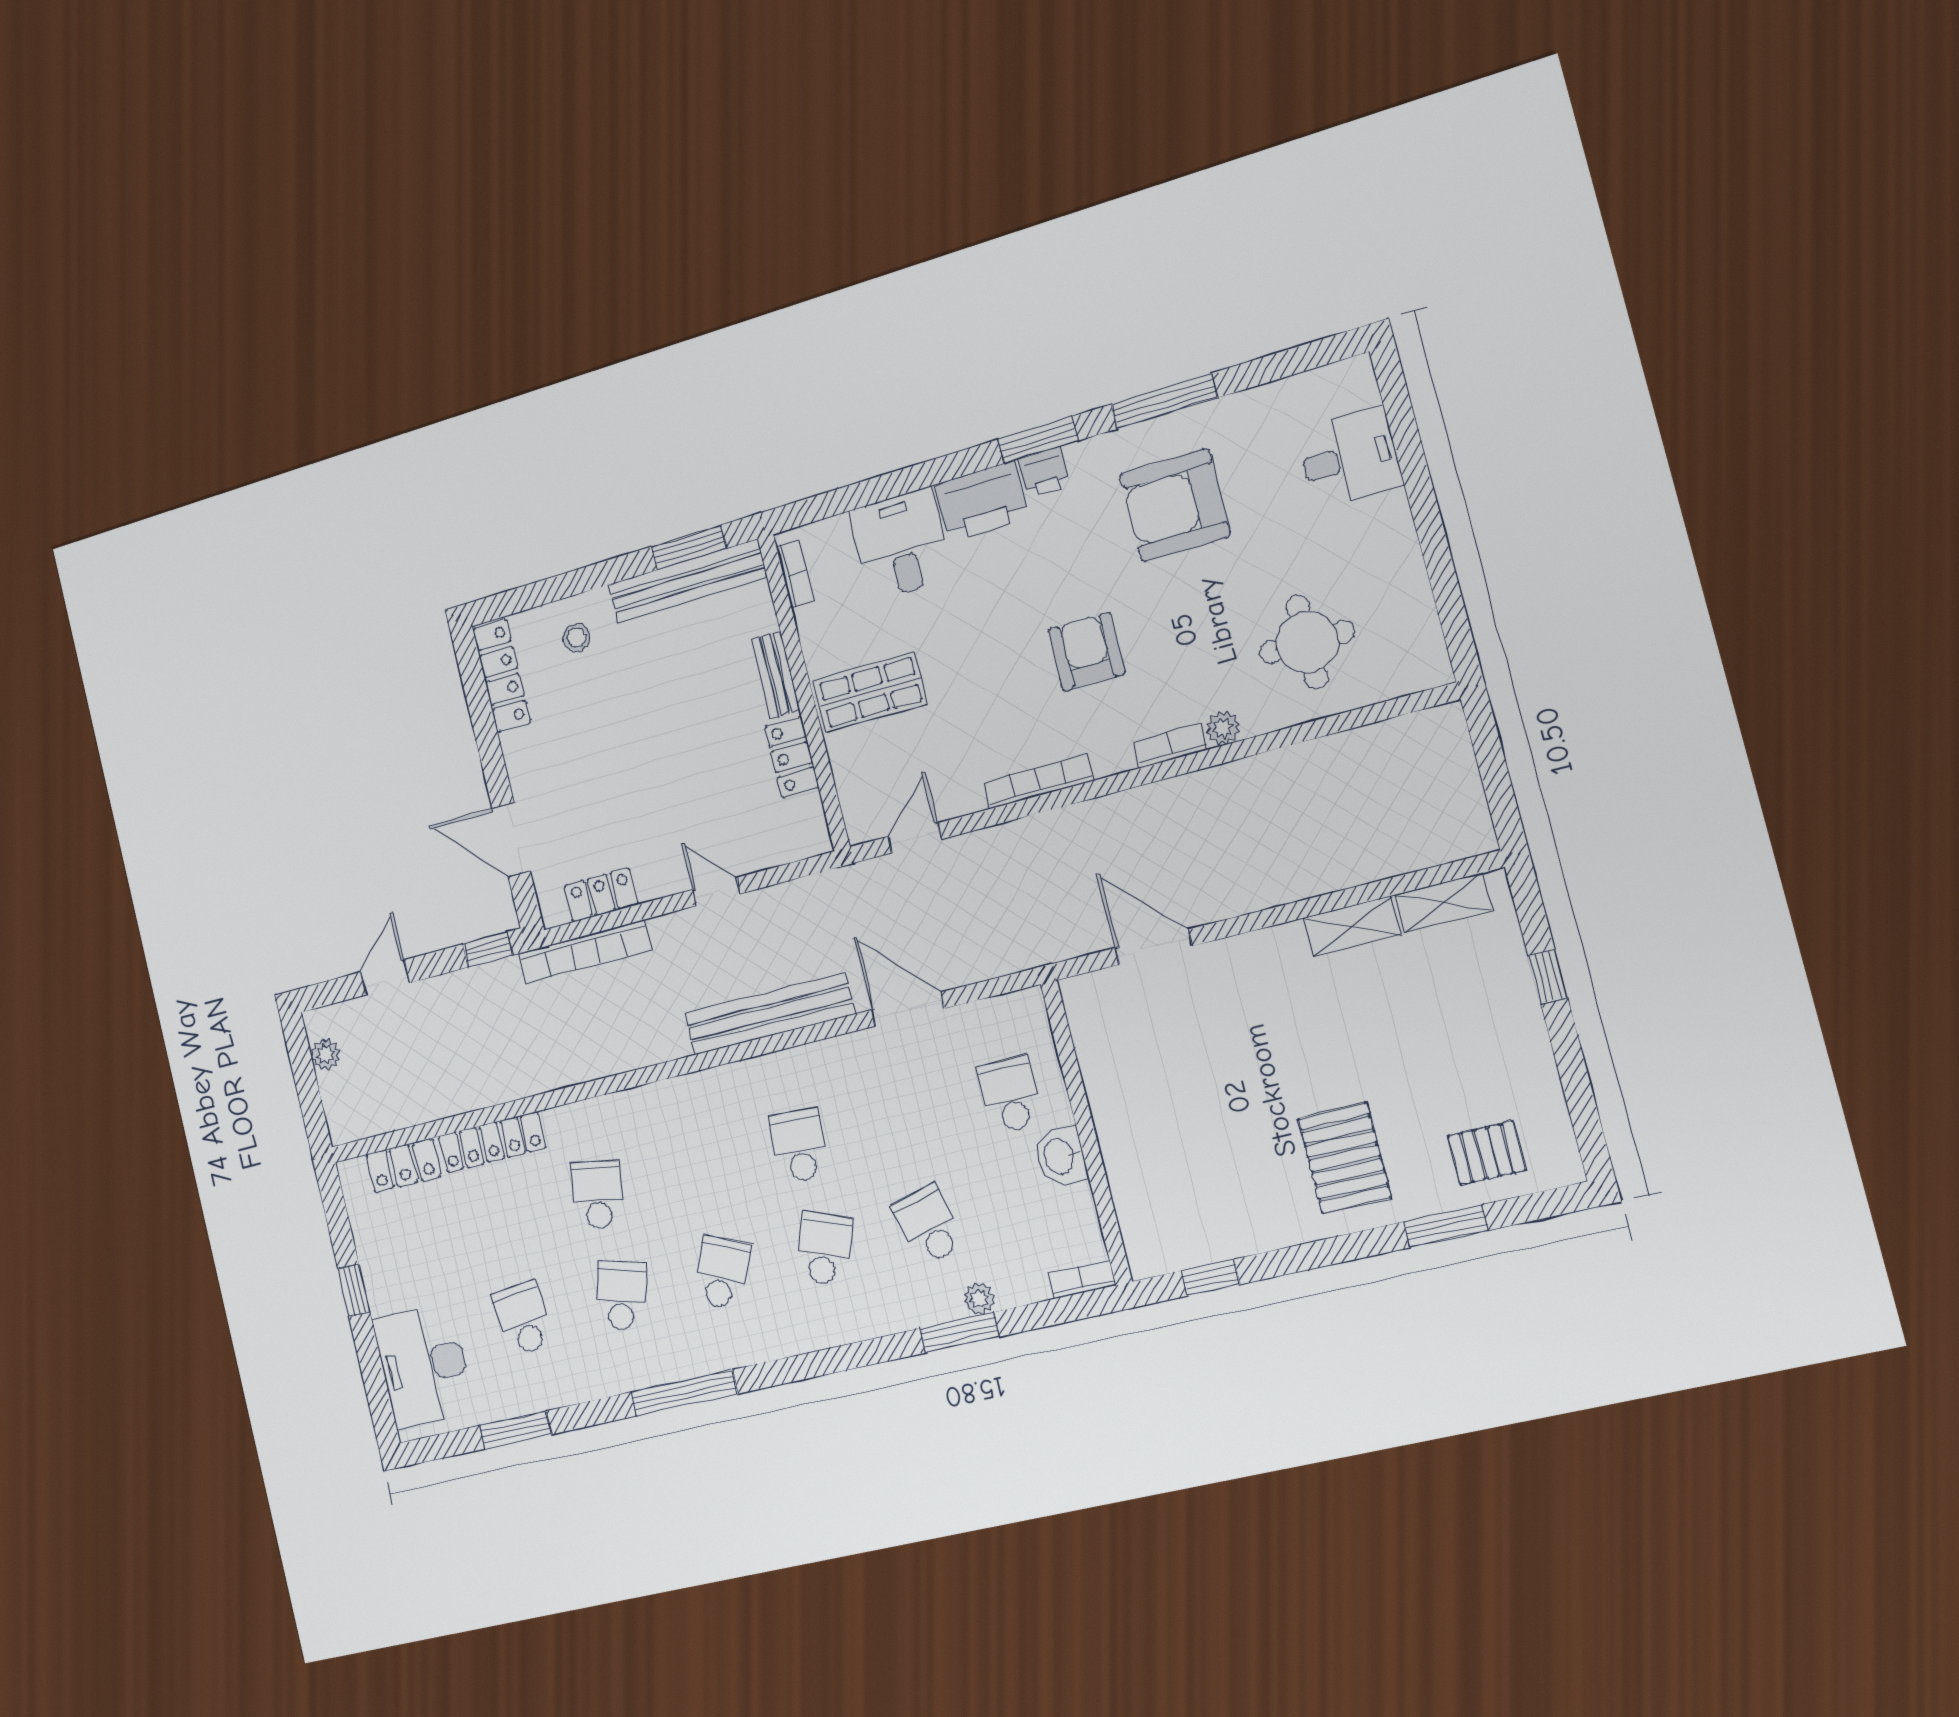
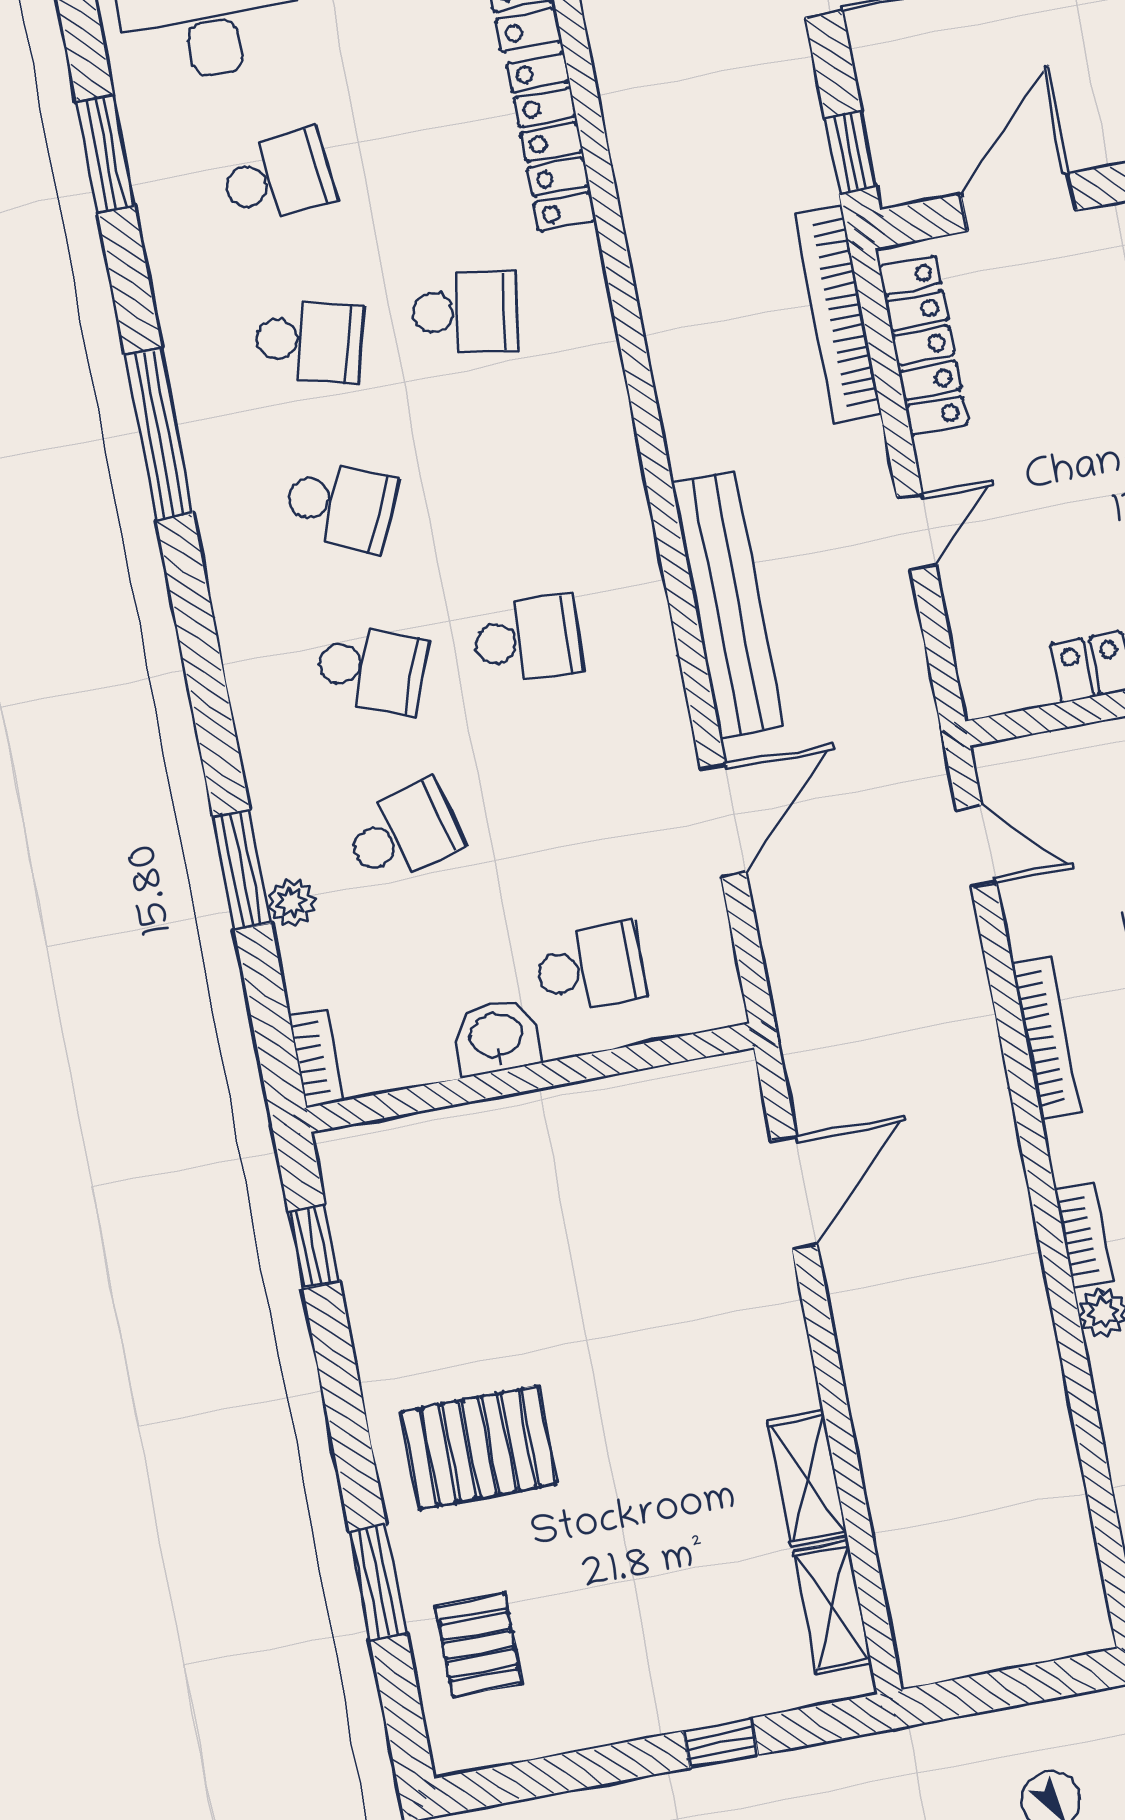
locker: (601, 895) -> (923, 346), width x1.53

